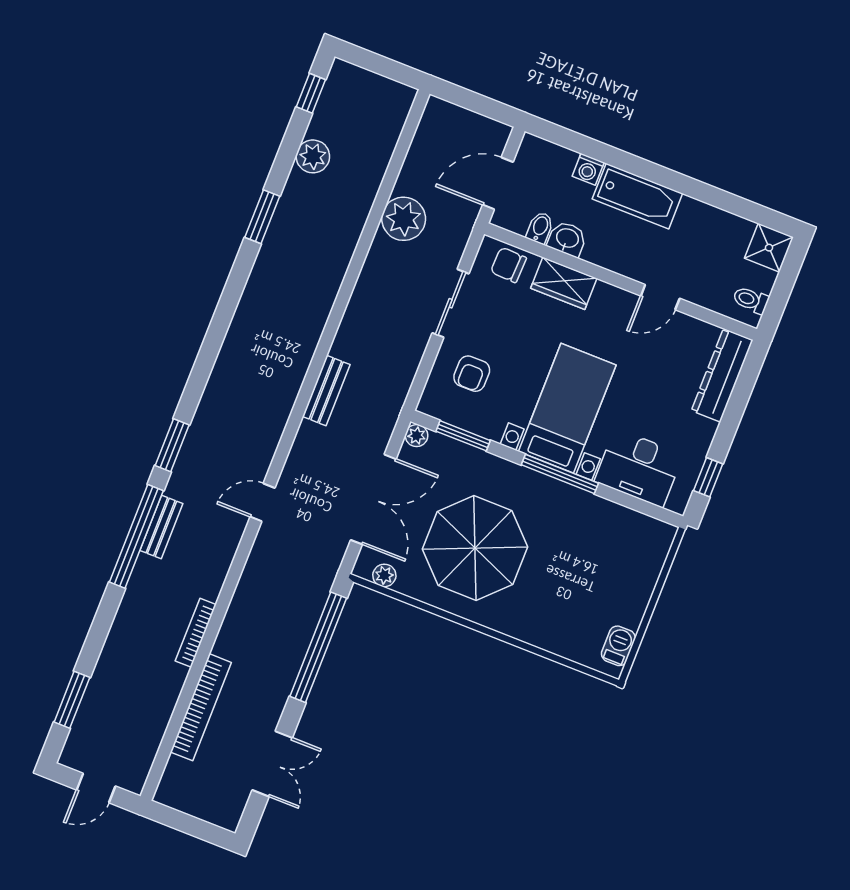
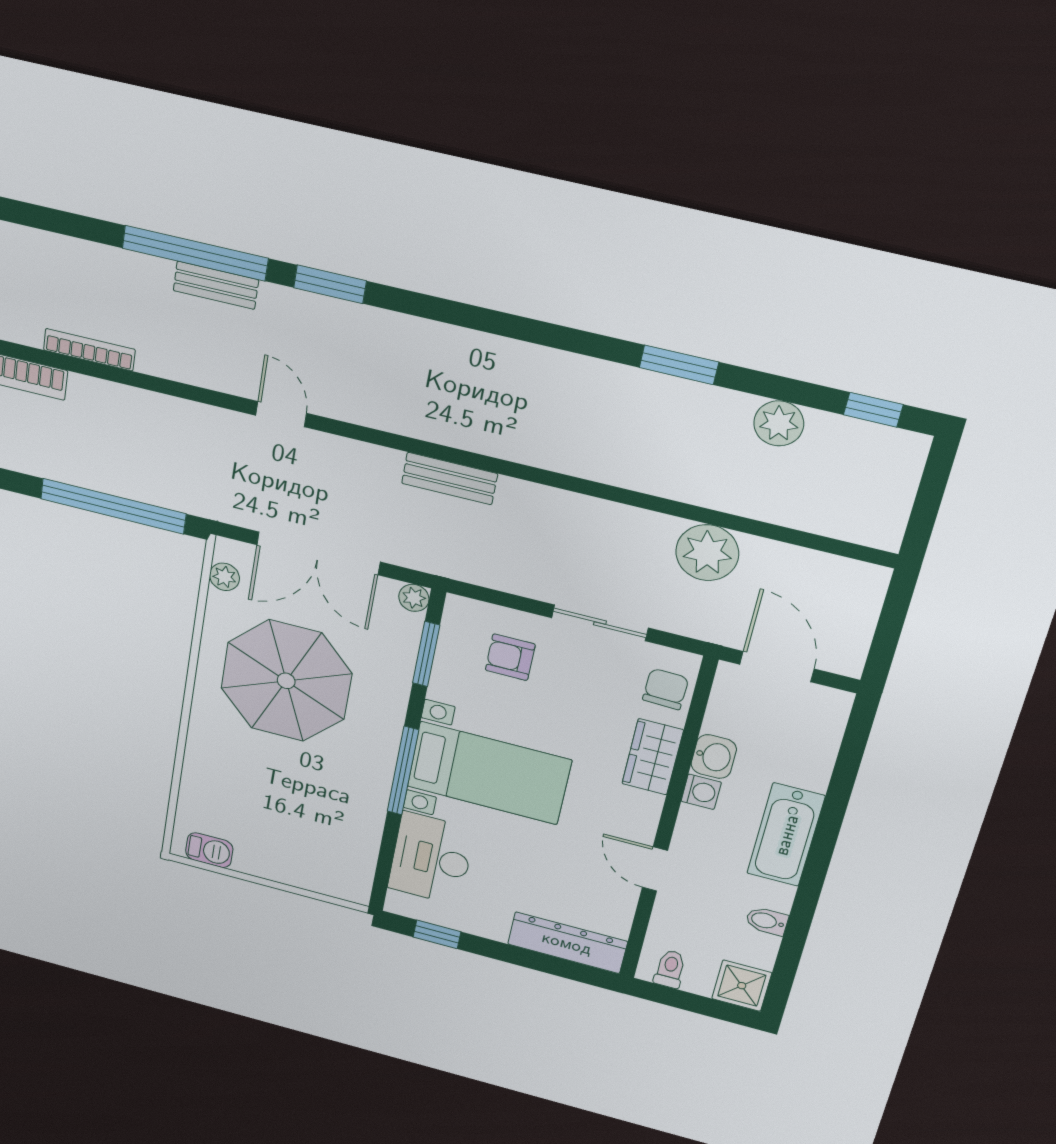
washing machine: (588, 169) -> (701, 792), moved, turned 180
bidet: (540, 228) -> (767, 921), moved, turned 180

